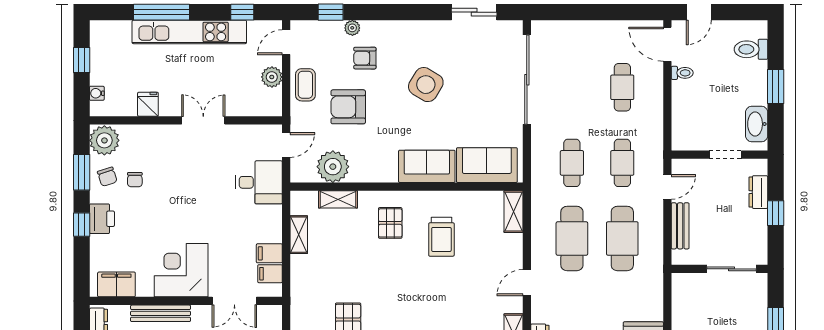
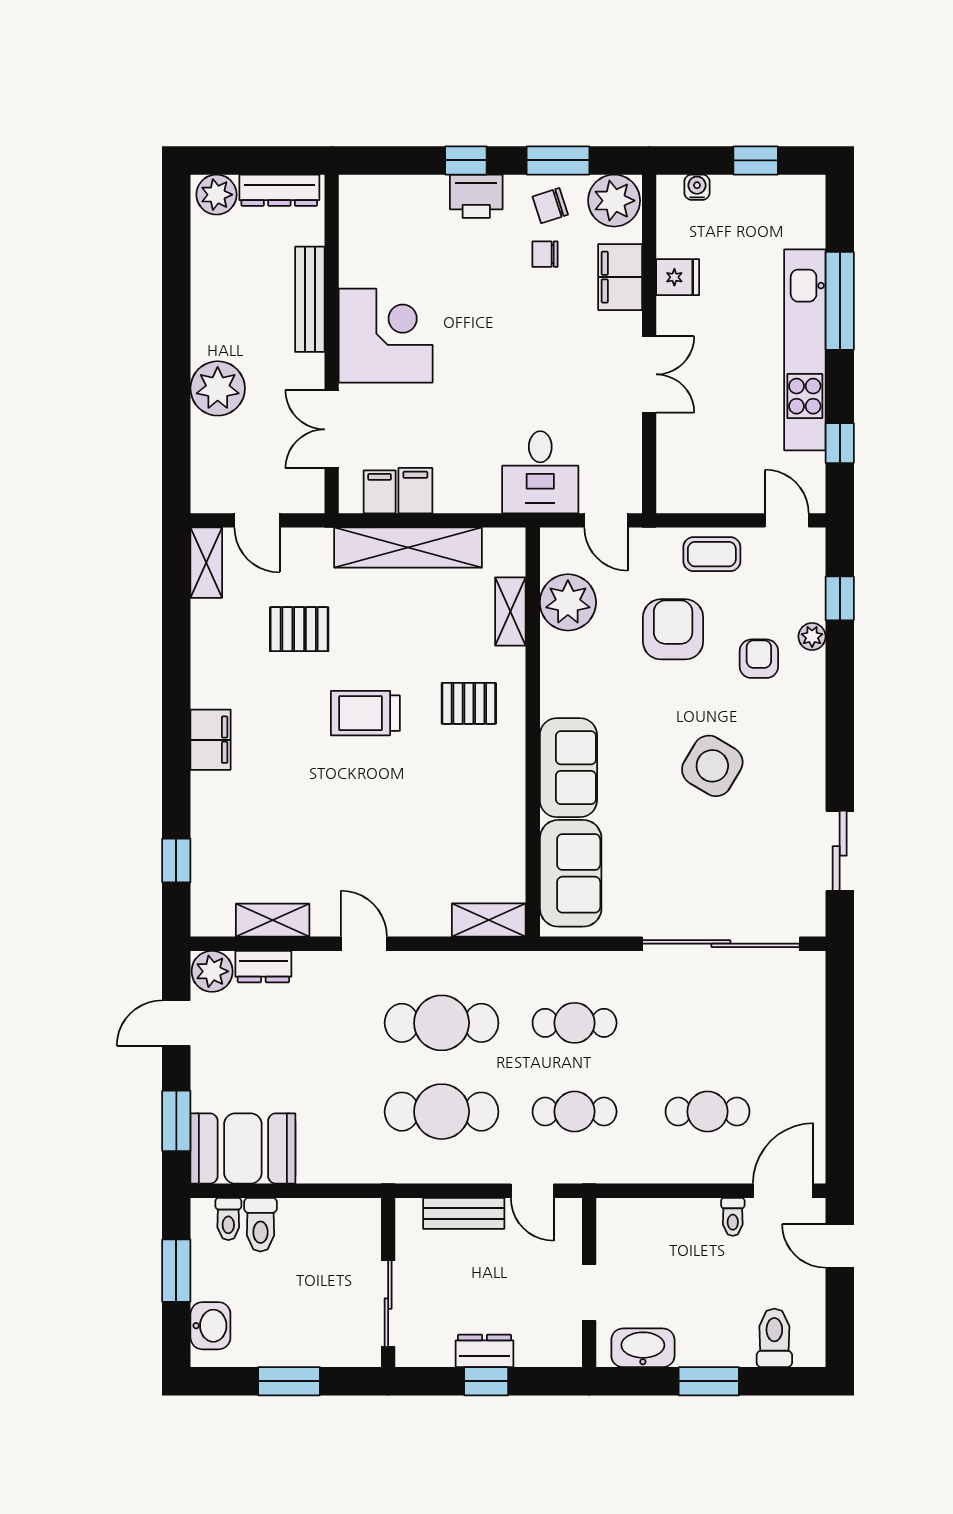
plant: (272, 77) -> (726, 495), removed
dresser: (758, 192) -> (485, 1351), moved
shelving: (299, 235) -> (408, 548), width x2.20, depth x1.33
trolley: (441, 237) -> (365, 713), moved
filing cabinet: (116, 284) -> (620, 277), moved, turned 180

